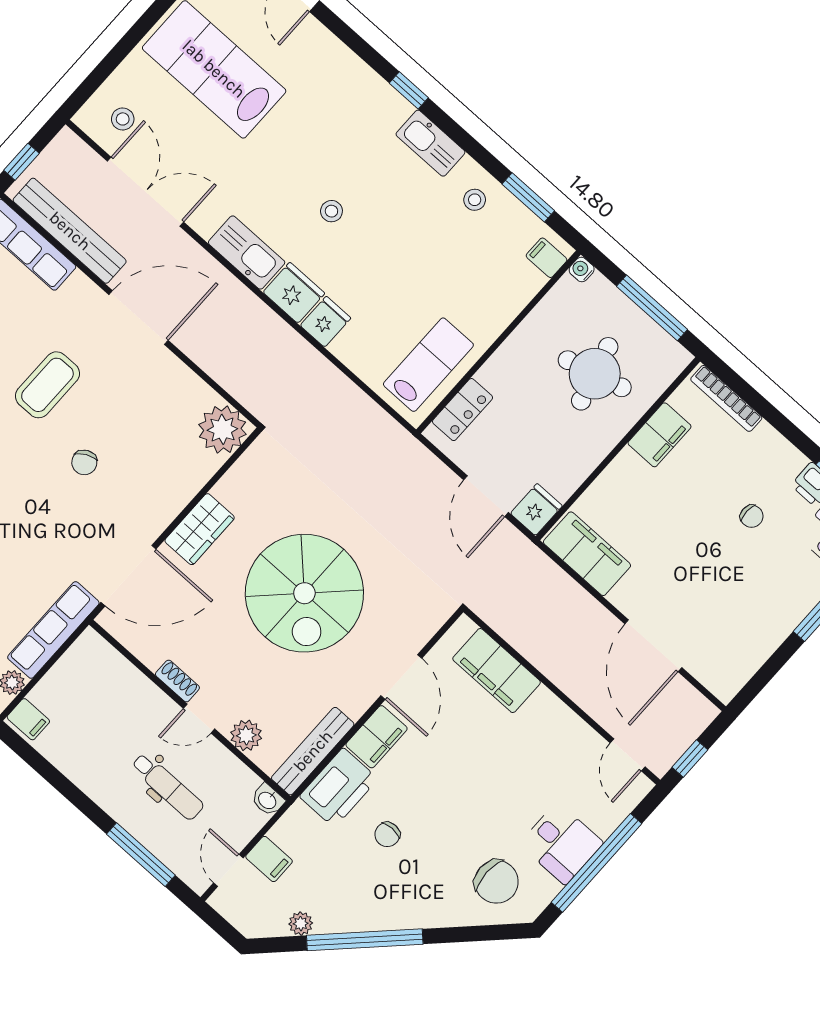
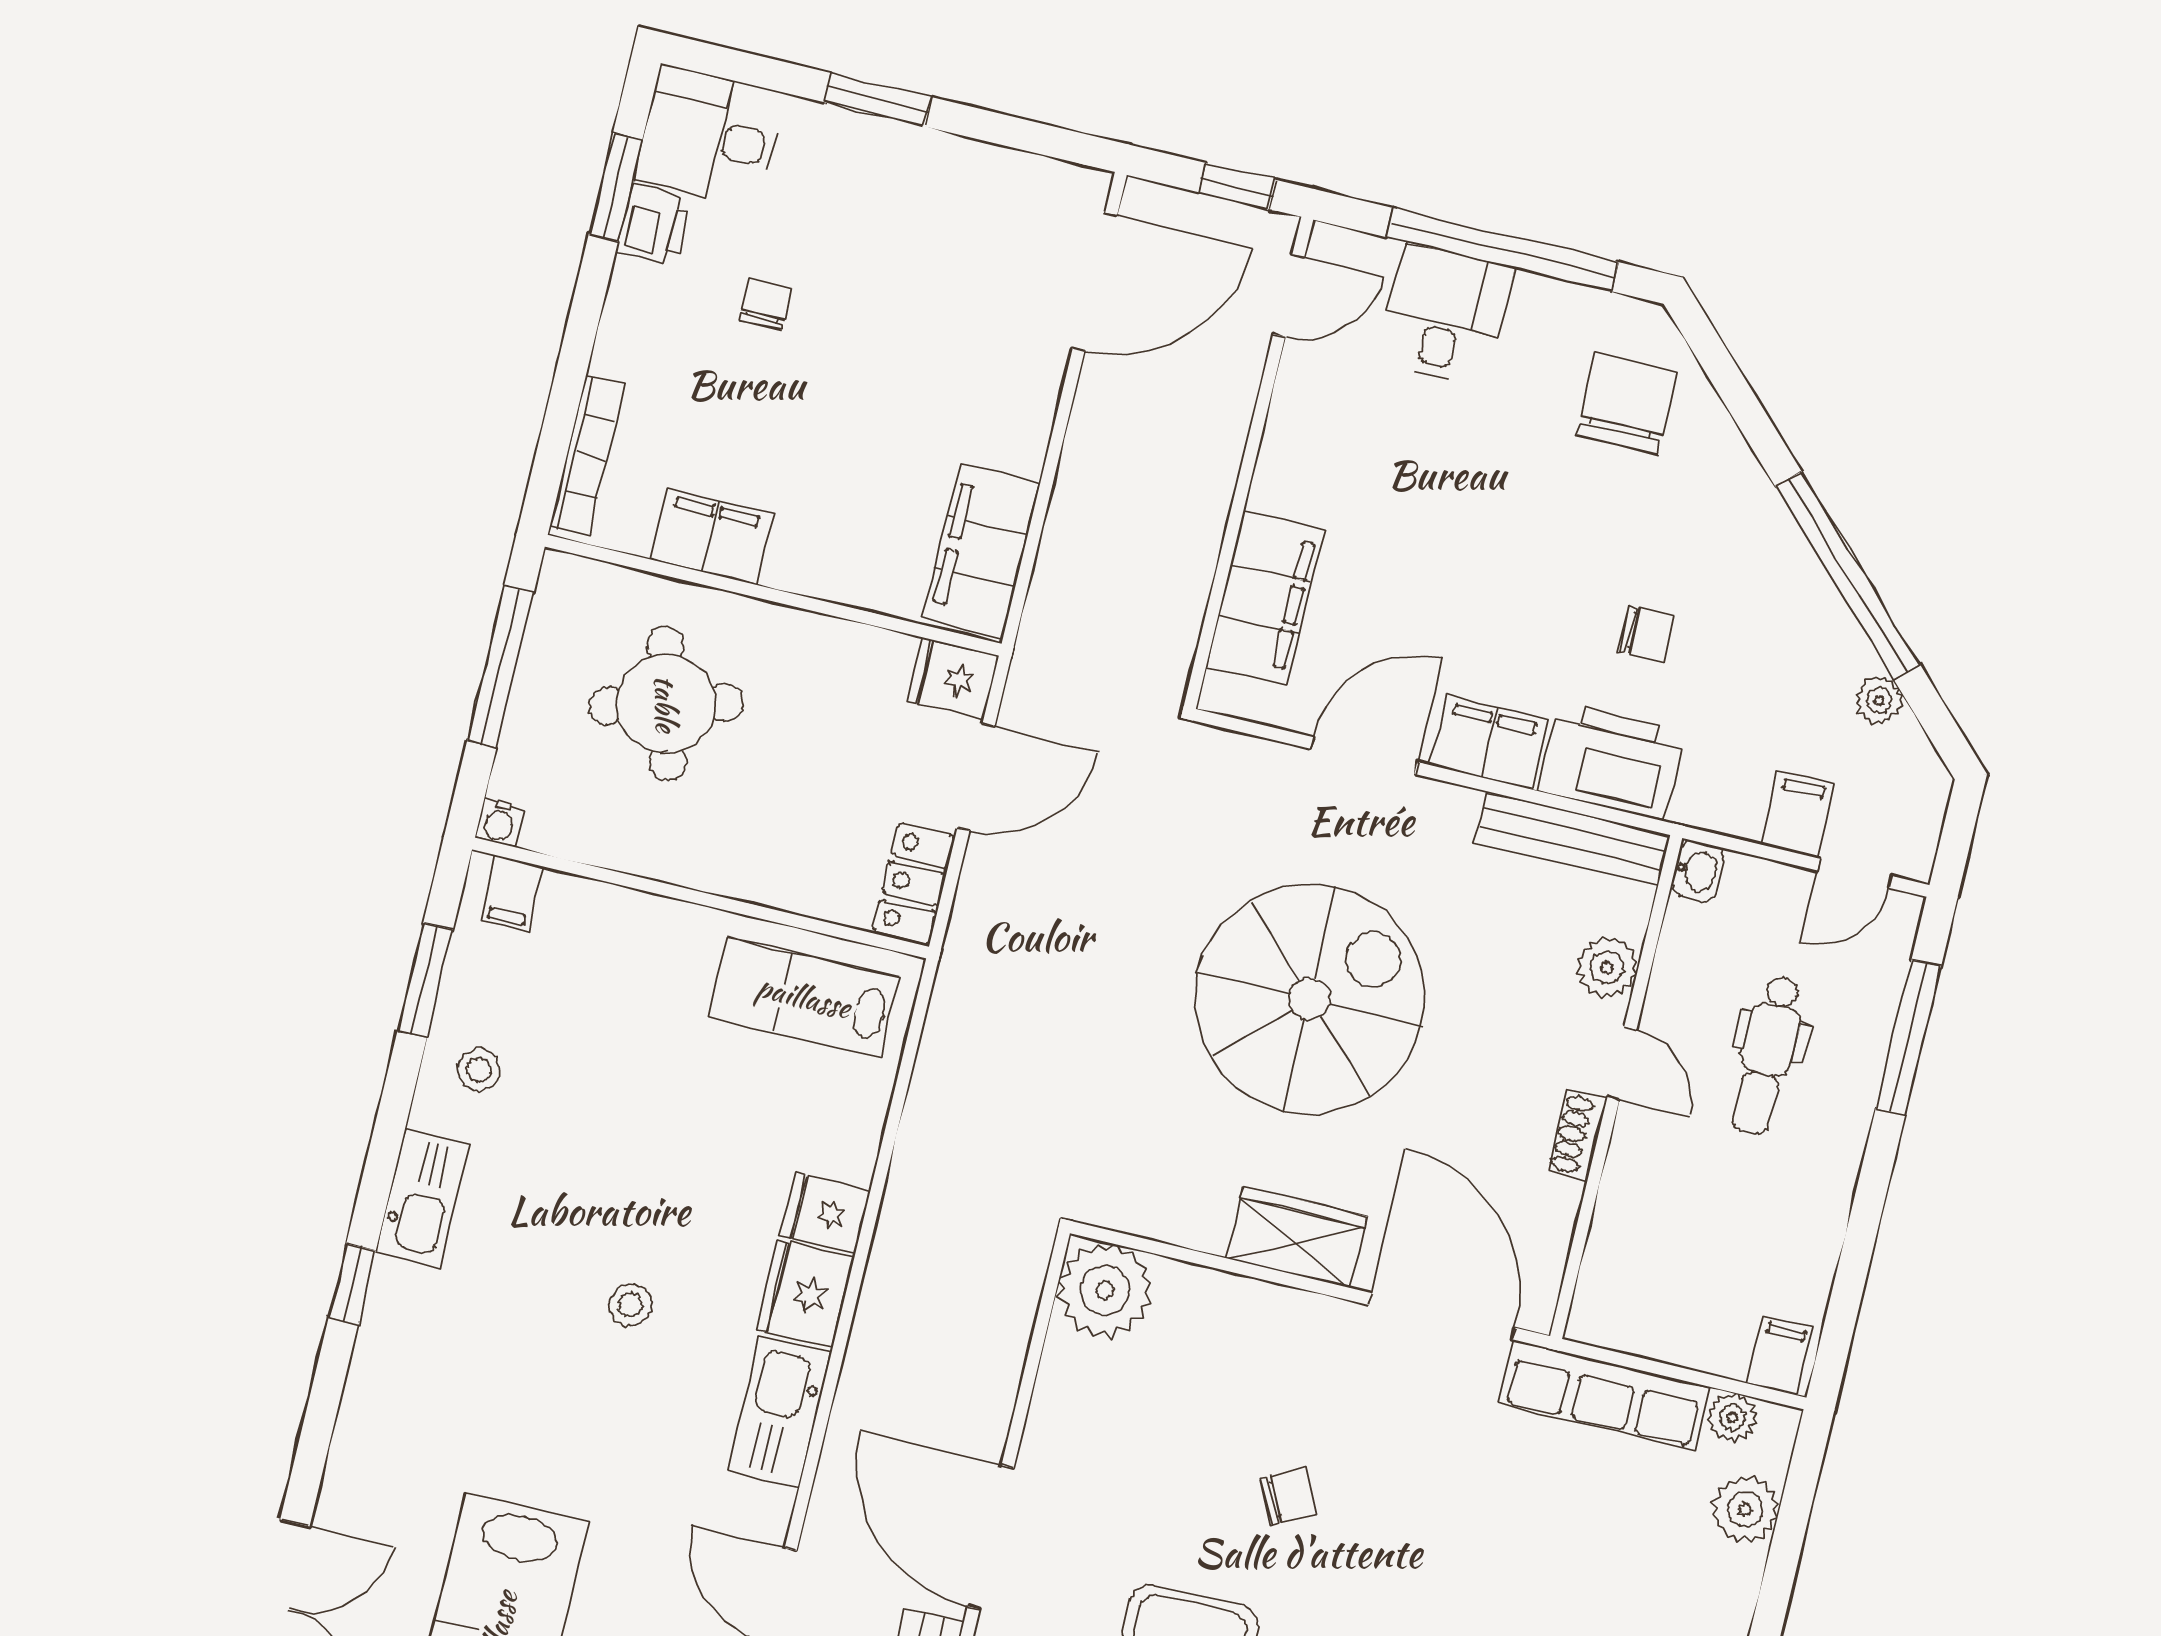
locker: (463, 410) -> (914, 883), moved, turned -90
door: (653, 646) -> (1095, 282), moved
dental chair: (167, 786) -> (1767, 1055), turned 180
desk: (561, 843) -> (1445, 314), moved

